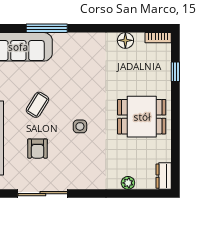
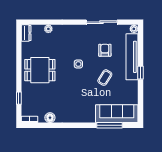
window: (47, 28) -> (109, 125), moved

